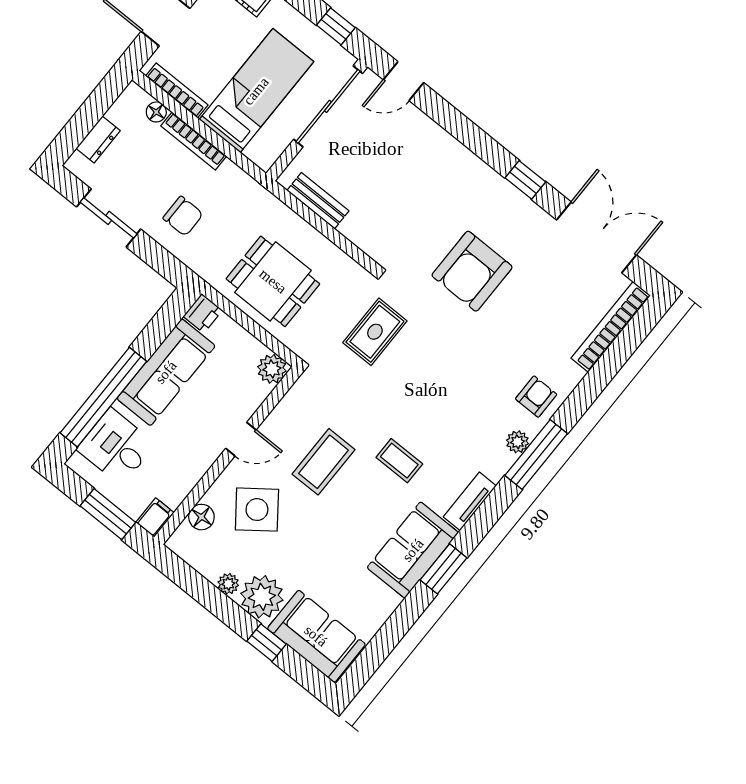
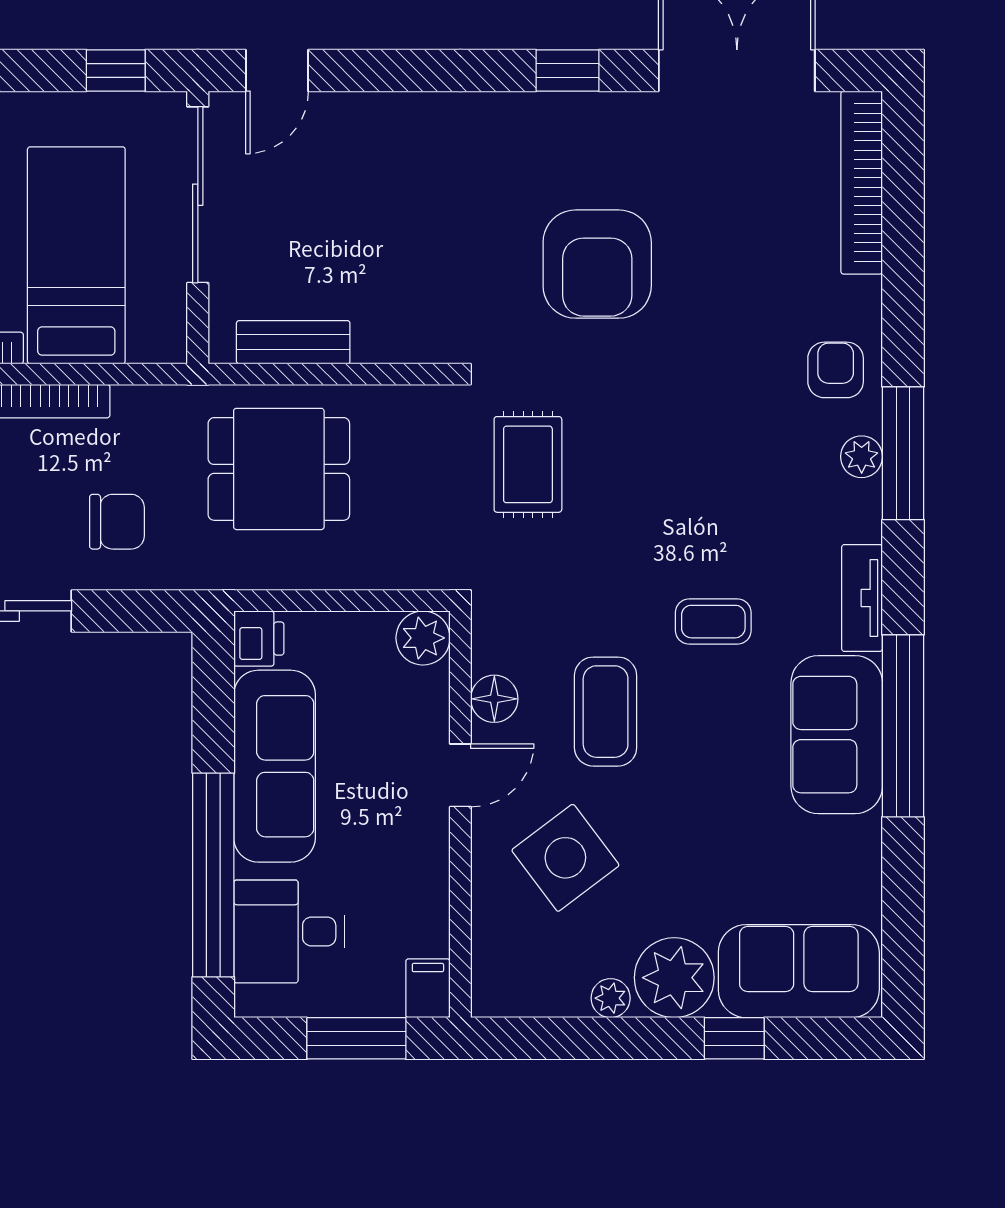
dining table: (273, 281) -> (279, 469), moved
floor lamp: (201, 517) -> (494, 699), moved
window: (443, 569) -> (903, 726), width x2.11

